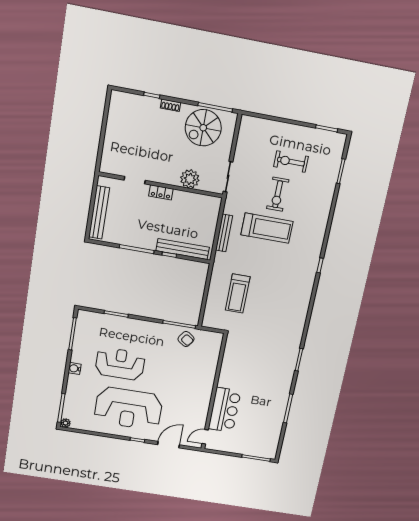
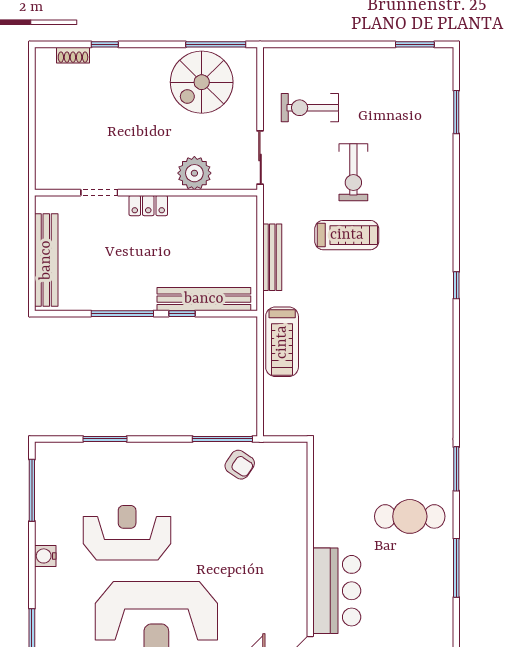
shoe rack: (170, 105) -> (73, 55), moved
exercise bike: (291, 162) -> (310, 108), moved
treadmill: (267, 228) -> (347, 235), width x0.73, depth x0.73
treadmill: (238, 293) -> (282, 342), moved
cafe table: (270, 379) -> (410, 516), added

